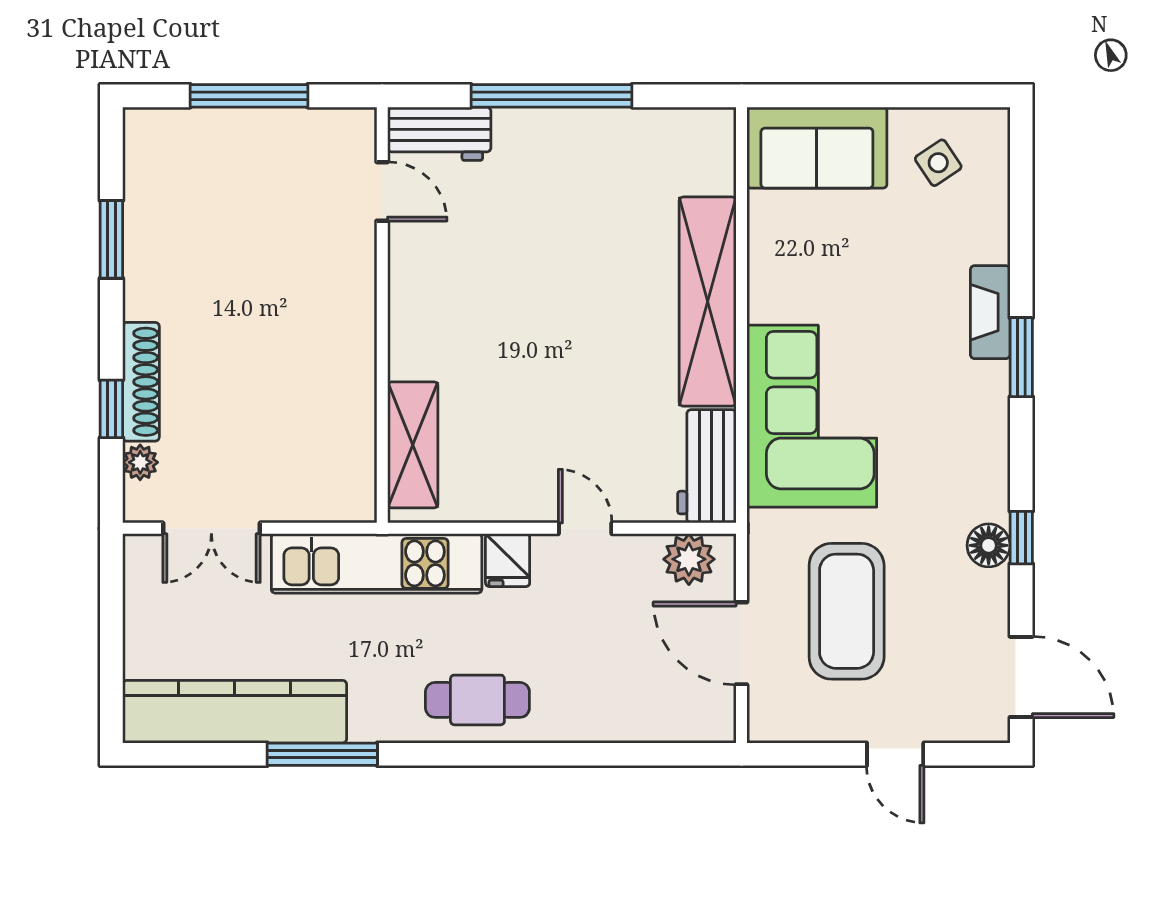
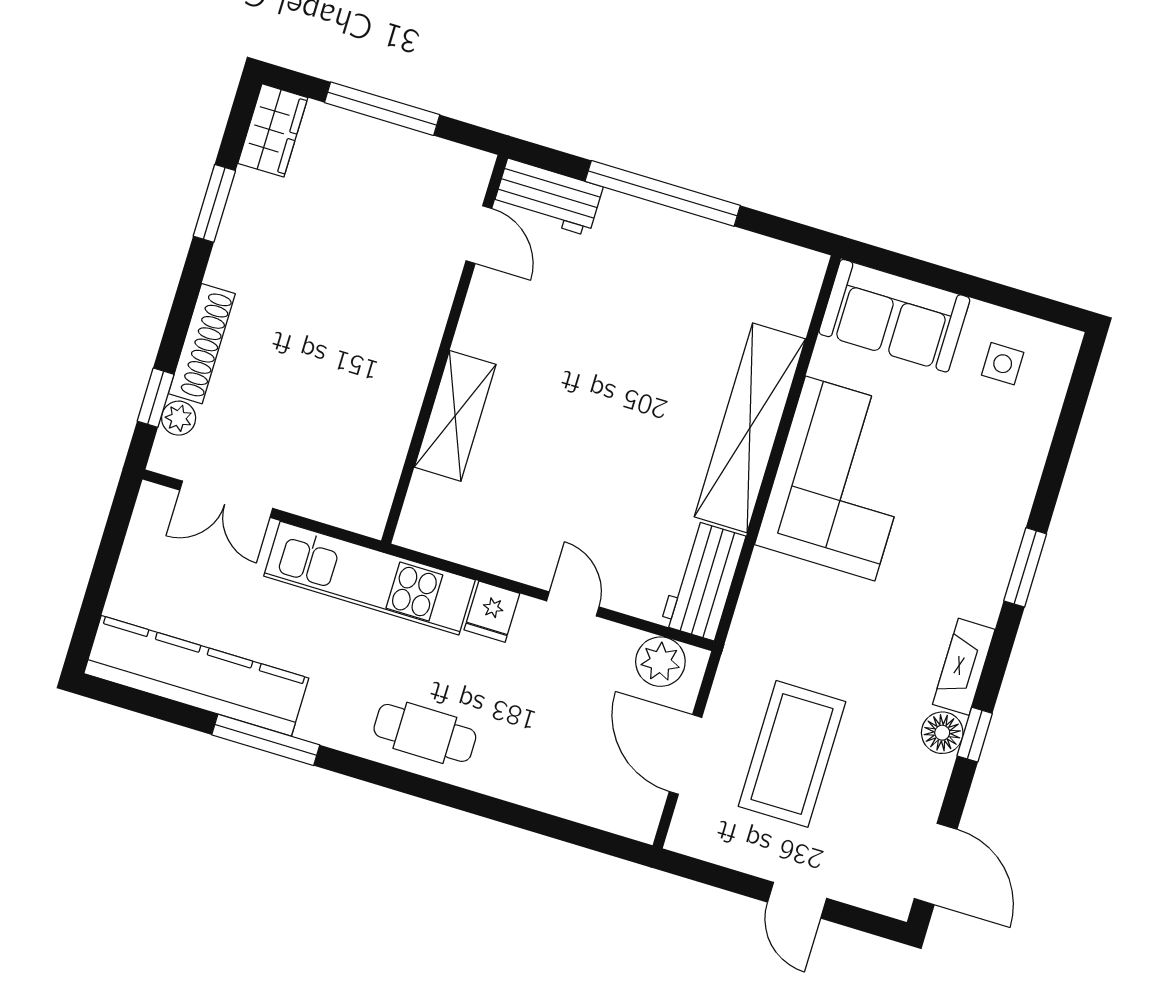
wardrobe: (148, 150) -> (273, 130), added
side table: (938, 163) -> (1003, 364), turned 34
fireplace: (990, 312) -> (964, 667), moved
window: (111, 409) -> (156, 398), moved
corner sofa: (812, 416) -> (840, 478), moved
shelving: (413, 445) -> (455, 416), moved

